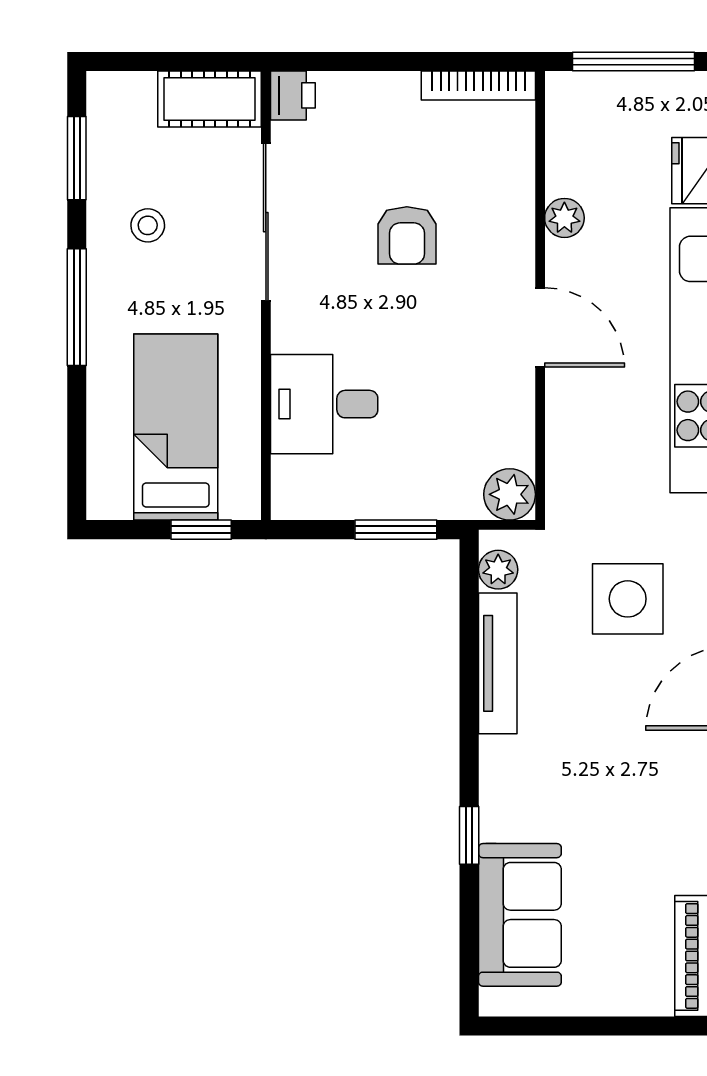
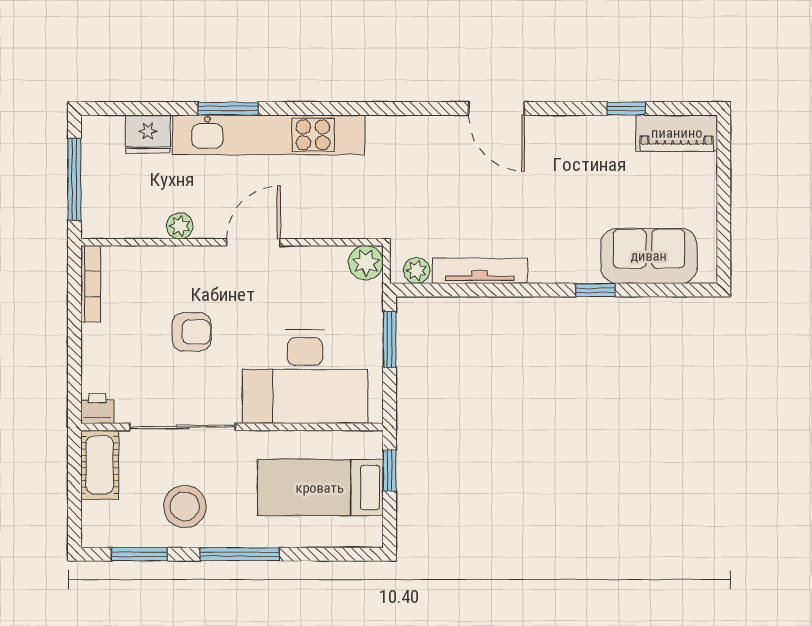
stool: (148, 225) -> (185, 506), width x1.89, depth x1.89
desk: (324, 404) -> (305, 377), width x1.87, depth x1.30
side table: (628, 599) -> (436, 183), removed

